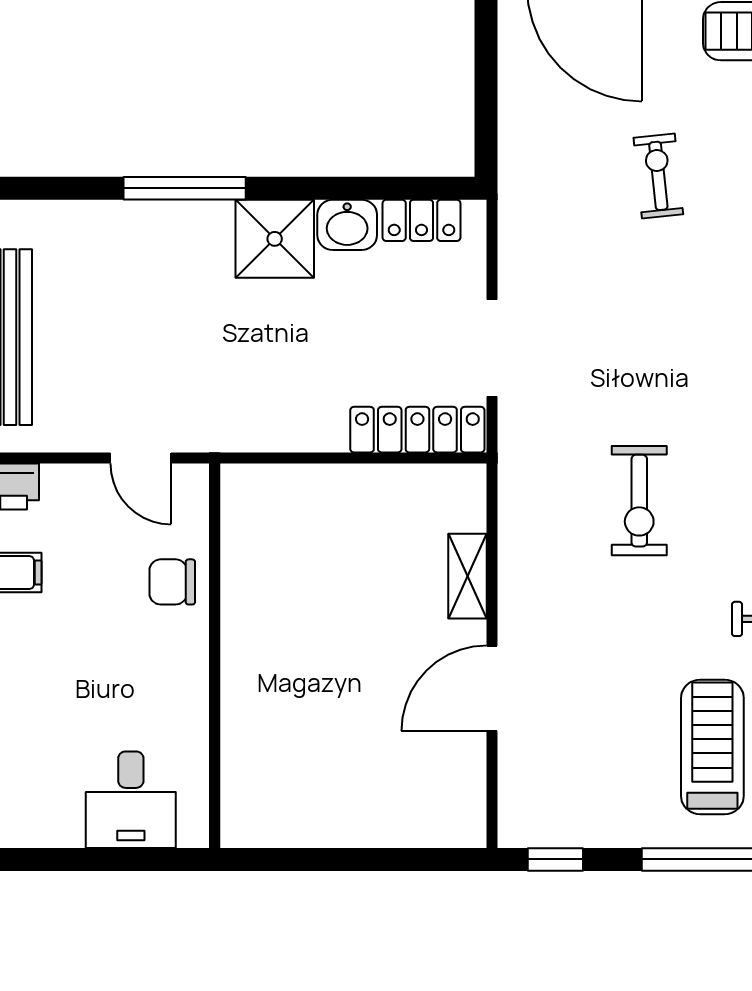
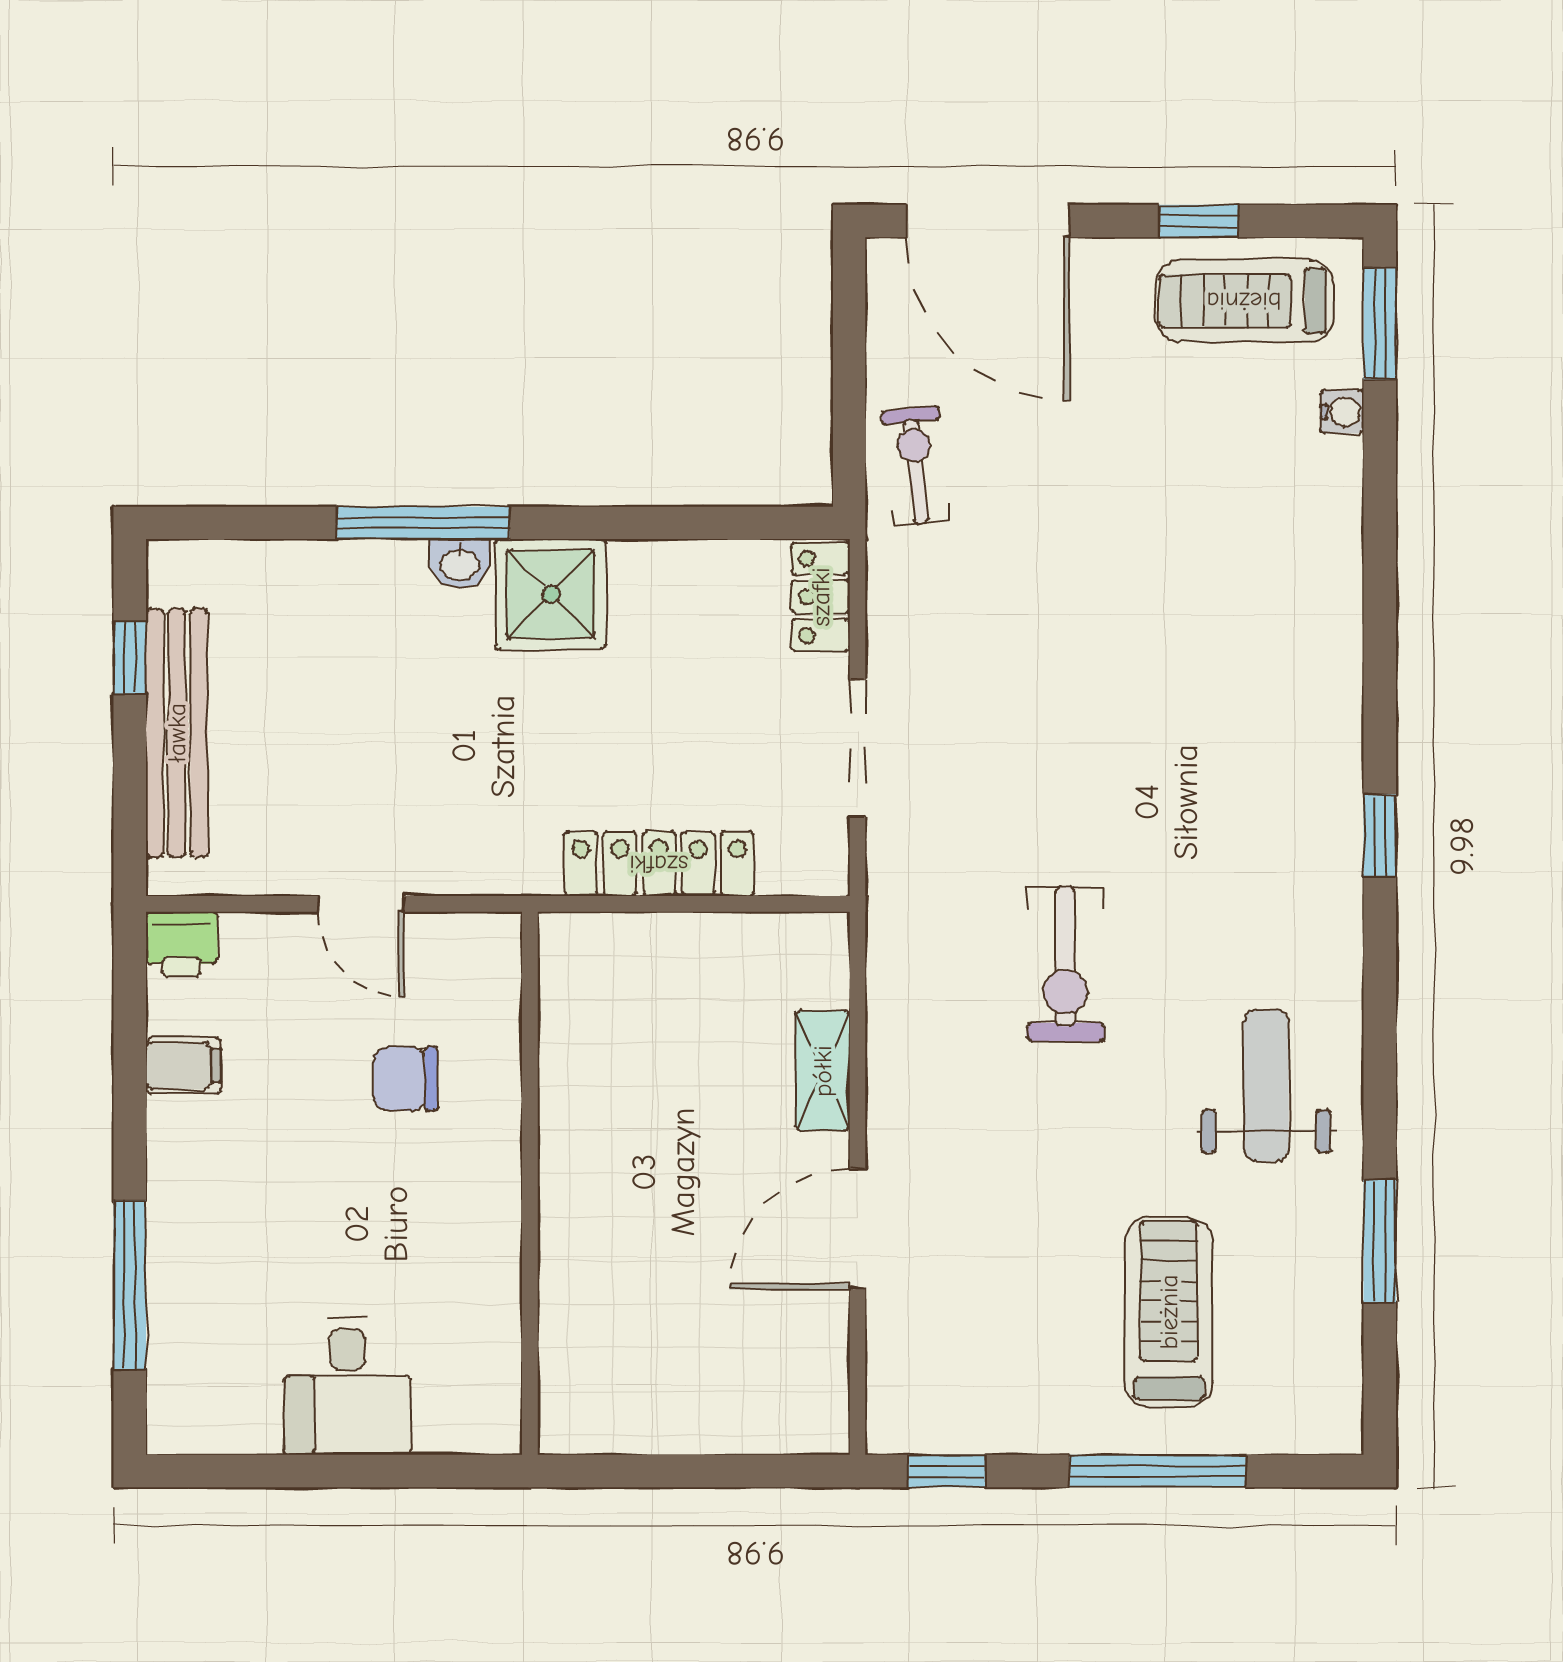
exercise bike: (658, 176) -> (916, 466), moved
locker: (421, 220) -> (821, 597), moved, turned 90
washbasin: (347, 225) -> (460, 564), moved, width x0.72, depth x0.69
locker: (417, 430) -> (659, 864), moved
wall: (215, 656) -> (530, 1183), moved

